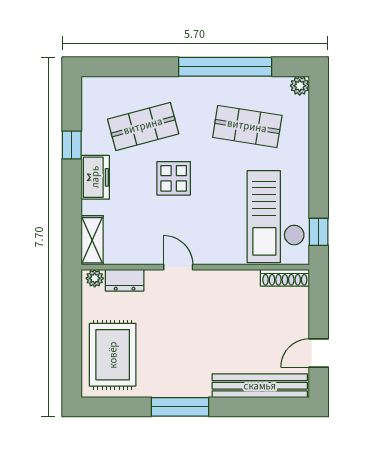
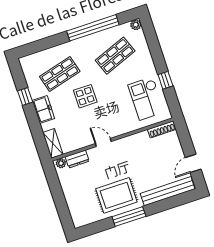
shop shelf: (247, 126) -> (115, 56), turned -30
checkout: (276, 217) -> (146, 98), width x0.73, depth x0.83
window: (319, 232) -> (165, 80), moved
rug: (113, 355) -> (116, 195), moved, turned 90

